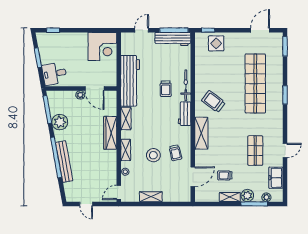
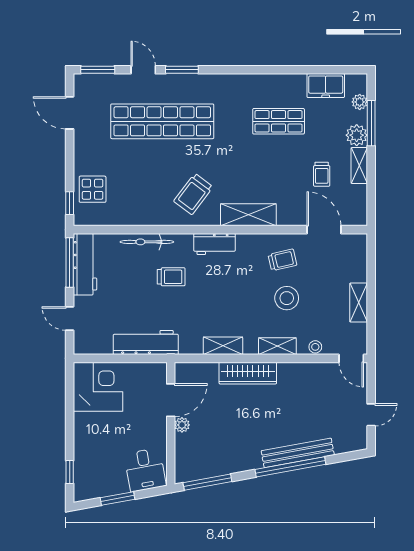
workbench: (130, 81) -> (146, 342), width x0.73, depth x0.76
bicycle: (186, 85) -> (147, 242), moved
plant: (60, 122) -> (229, 460), removed
door: (285, 151) -> (143, 70), moved

